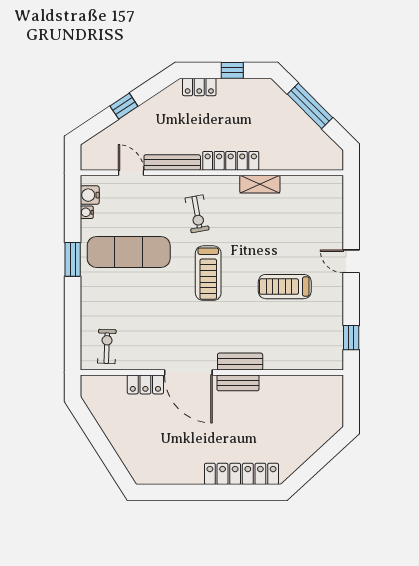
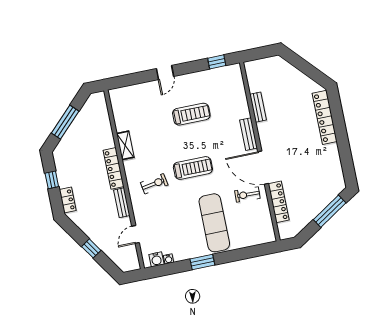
bench: (172, 163) -> (122, 203), width x0.73
exercise mat: (129, 252) -> (214, 223), moved
treadmill: (285, 287) -> (191, 114), turned -90
exercise bike: (107, 346) -> (247, 195), moved
door: (188, 373) -> (263, 168), swing flipped
bench: (238, 383) -> (258, 107), moved
locker: (145, 384) -> (279, 202), width x1.53
window: (107, 454) -> (330, 211), added

